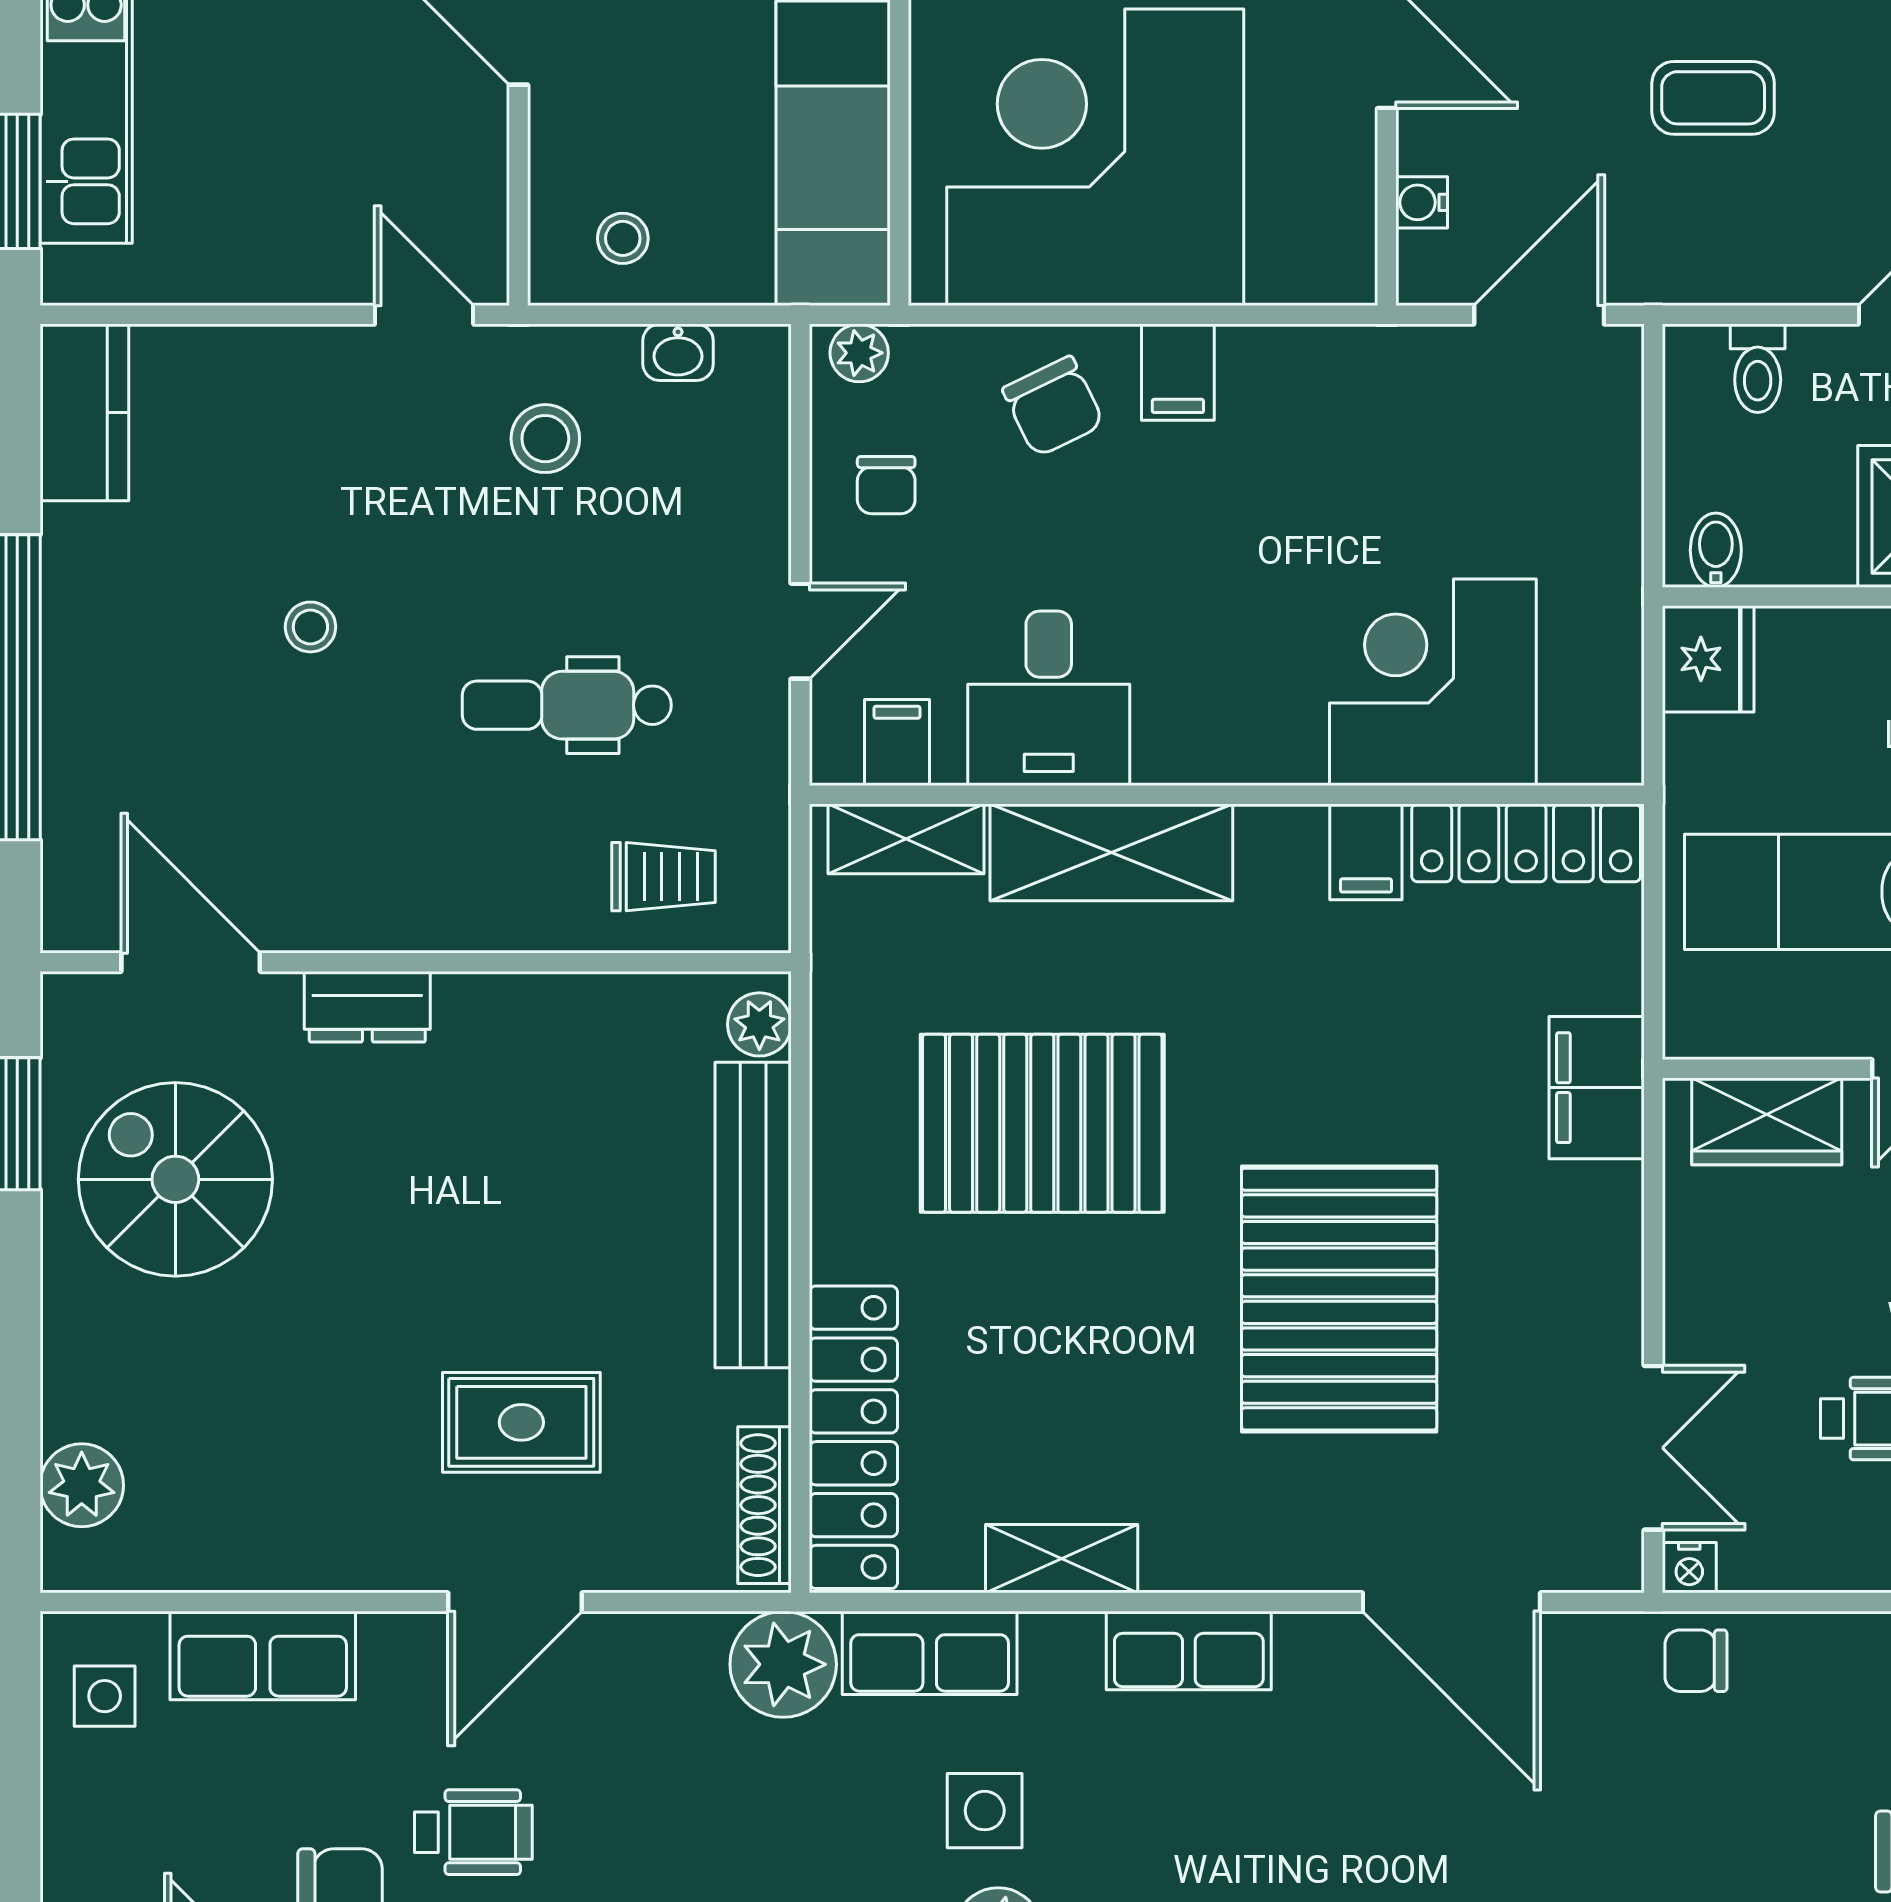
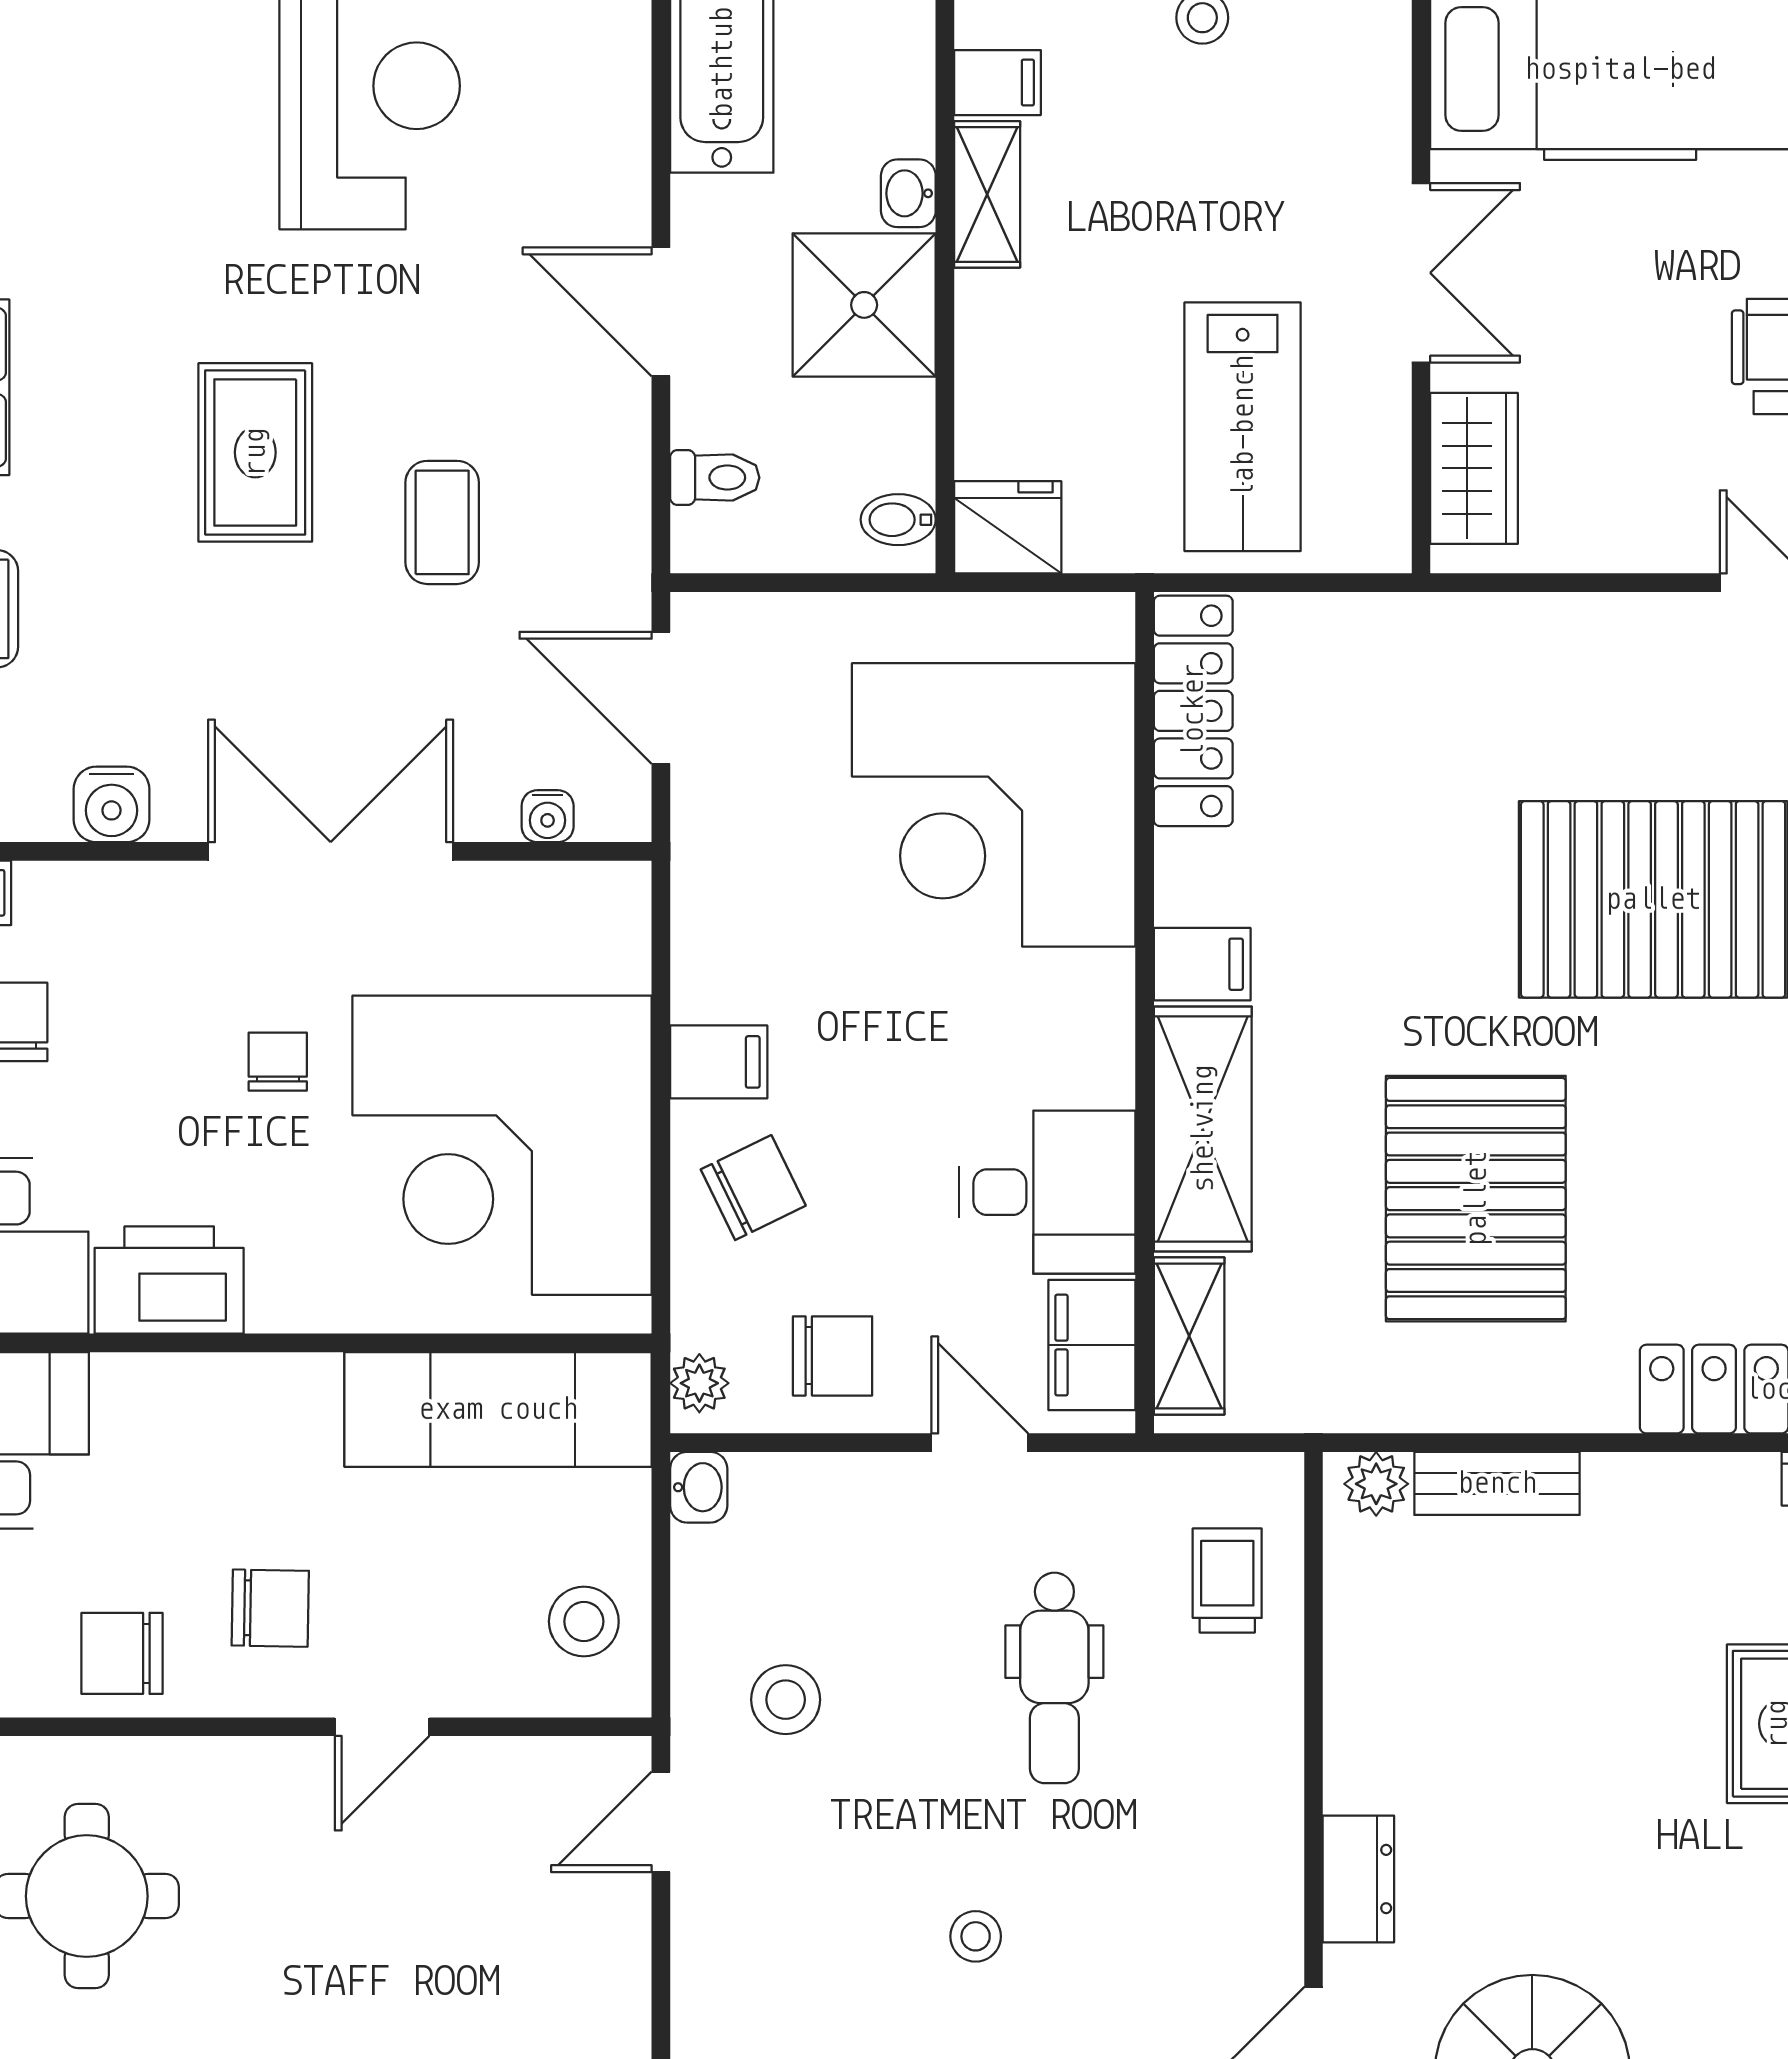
stool: (623, 238) -> (584, 1621), width x1.37, depth x1.37
washbasin: (678, 352) -> (699, 1487), moved
chair: (886, 485) -> (833, 1356), width x1.37, depth x1.37
corner desk: (1433, 682) -> (994, 805), width x1.36, depth x1.36
filing cabinet: (897, 742) -> (1092, 1345), width x2.00
filing cabinet: (1366, 852) -> (1202, 964), moved
filing cabinet: (1597, 1088) -> (1440, 640), removed
bench: (753, 1215) -> (1497, 1483), width x0.54, depth x0.82

